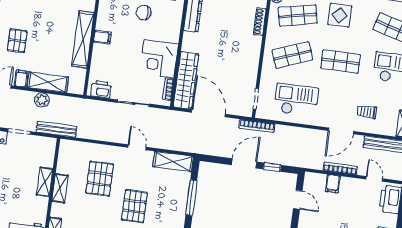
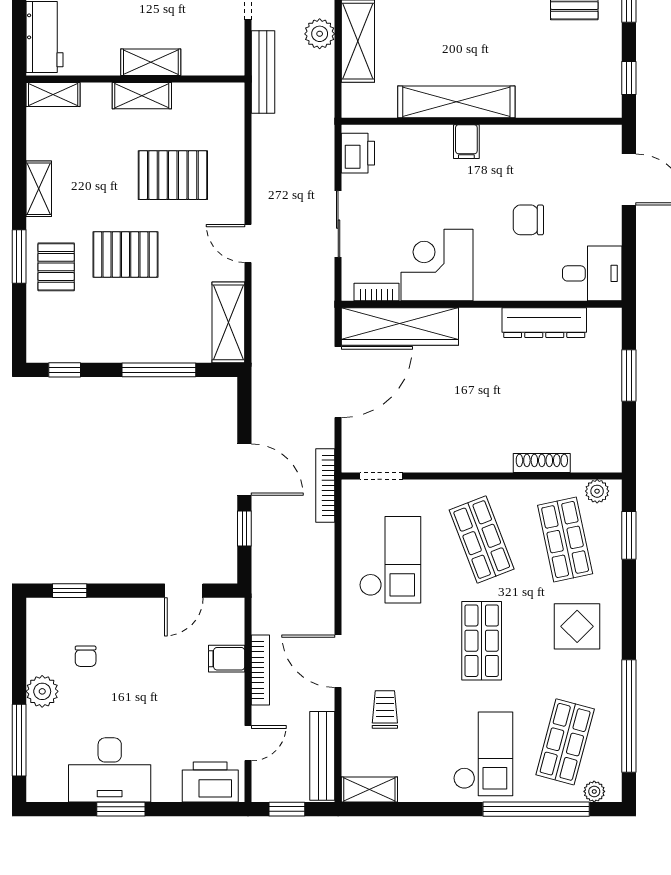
chair: (144, 13) -> (528, 220), turned -90
door: (137, 147) -> (248, 243), swing flipped

